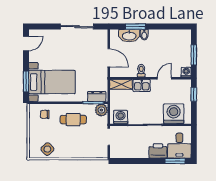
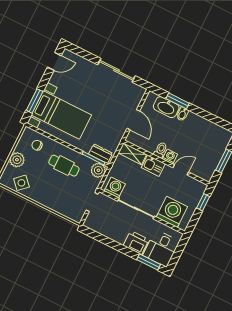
washing machine: (186, 72) -> (170, 157), moved
plant: (35, 133) -> (17, 160), added

